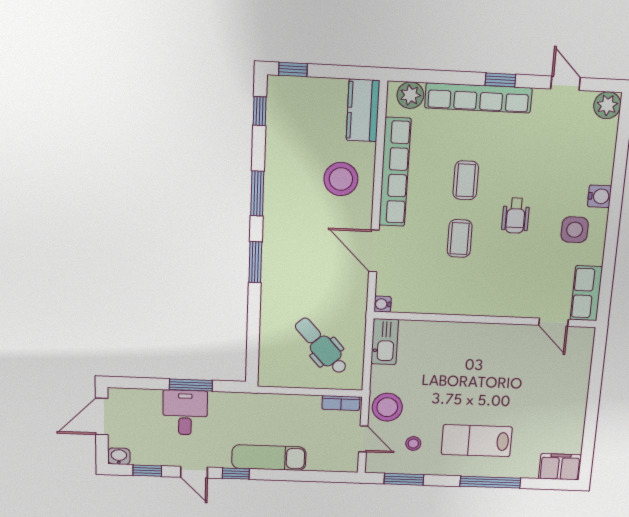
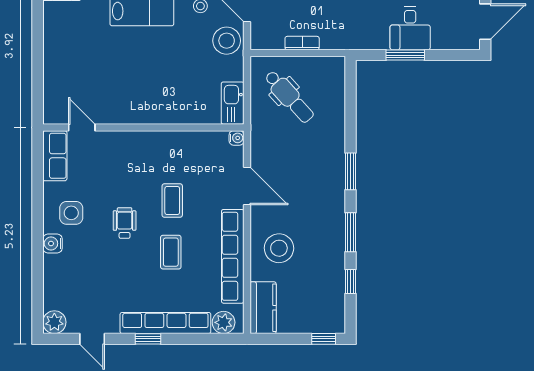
window: (260, 111) -> (351, 281), moved
bookcase: (341, 403) -> (302, 43), moved

